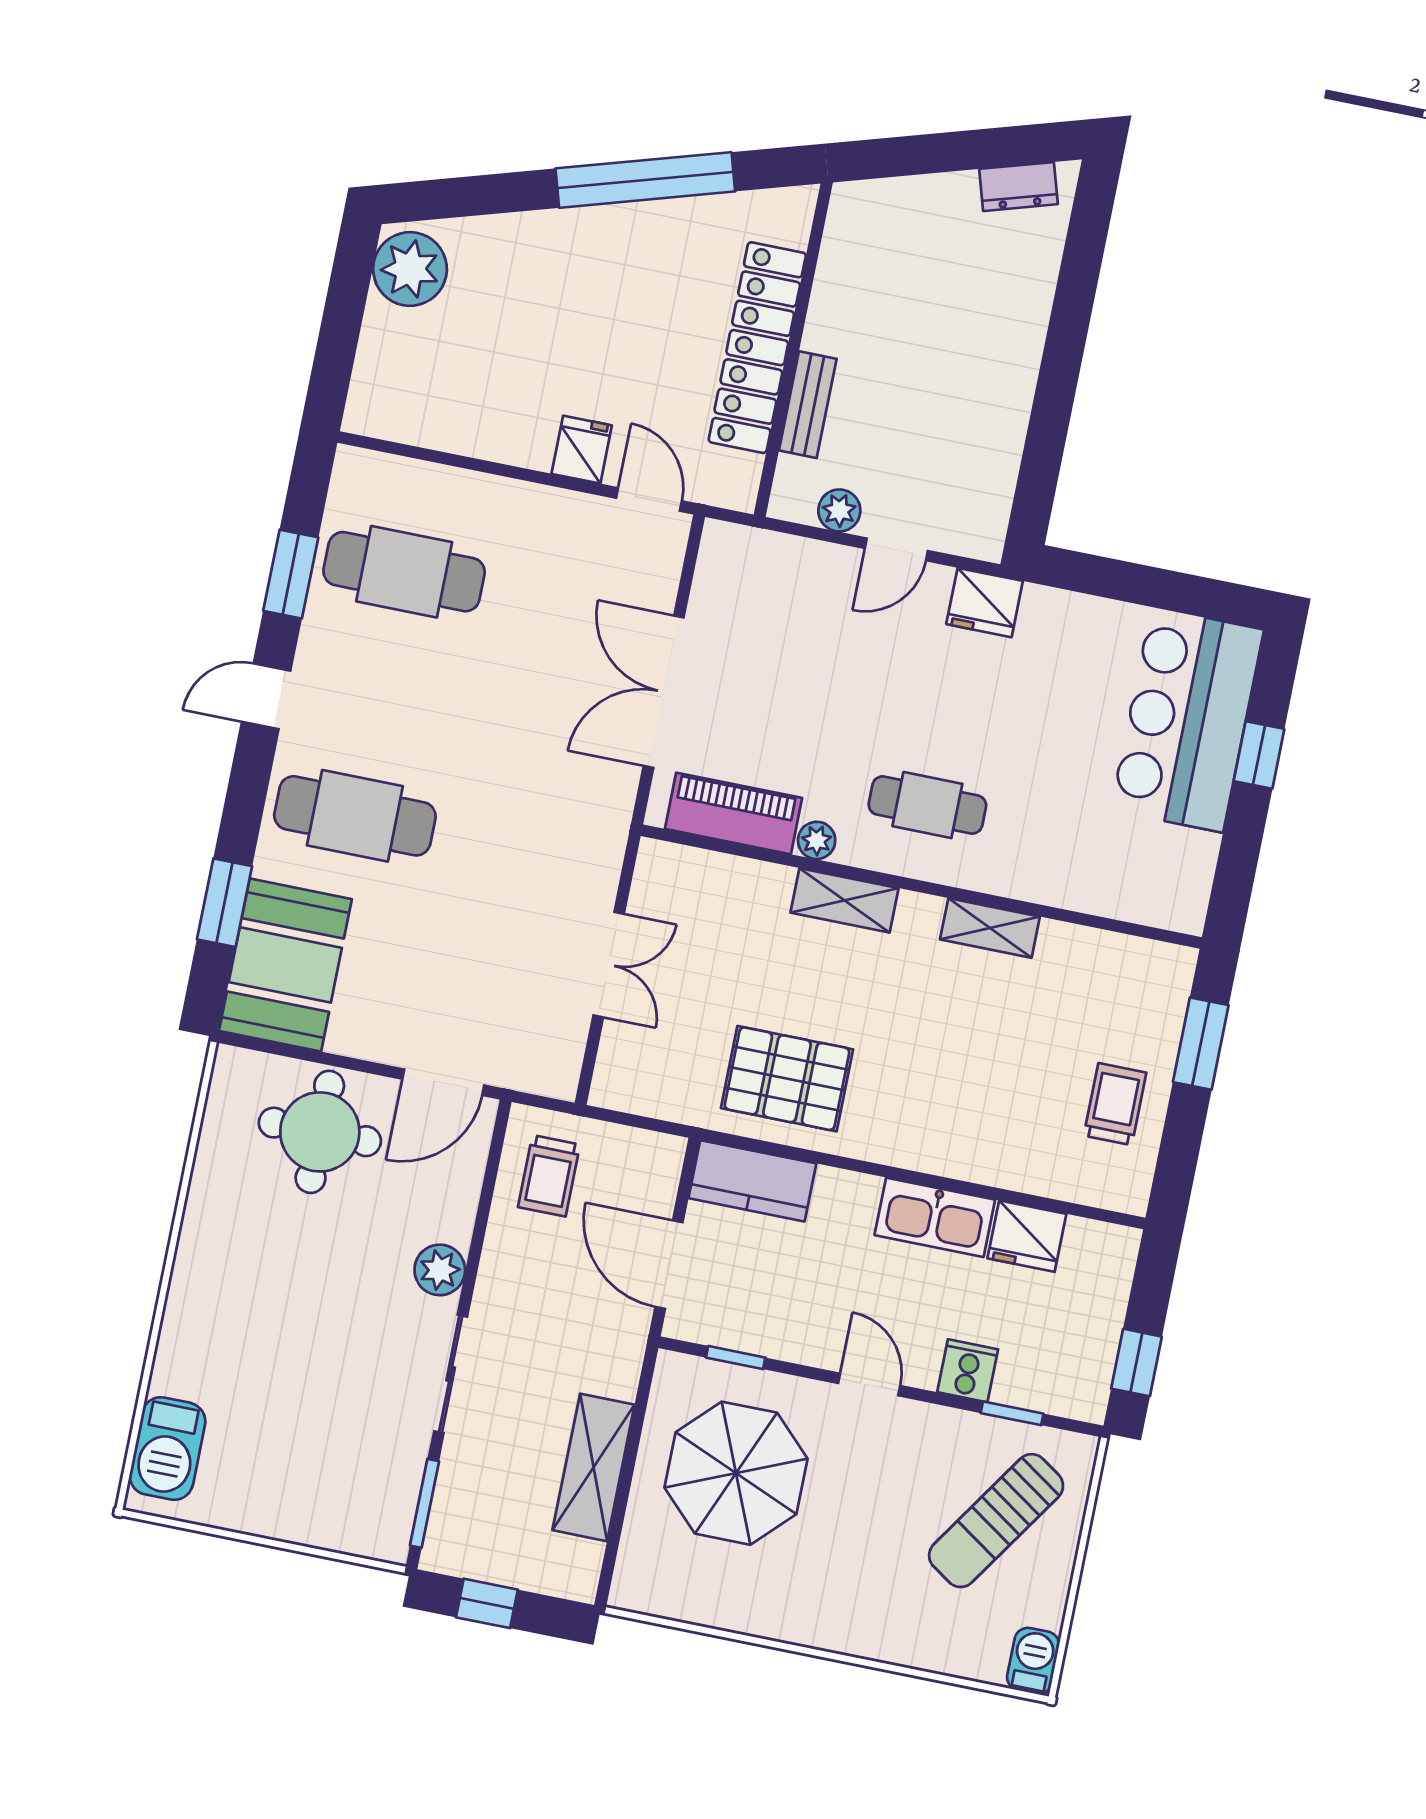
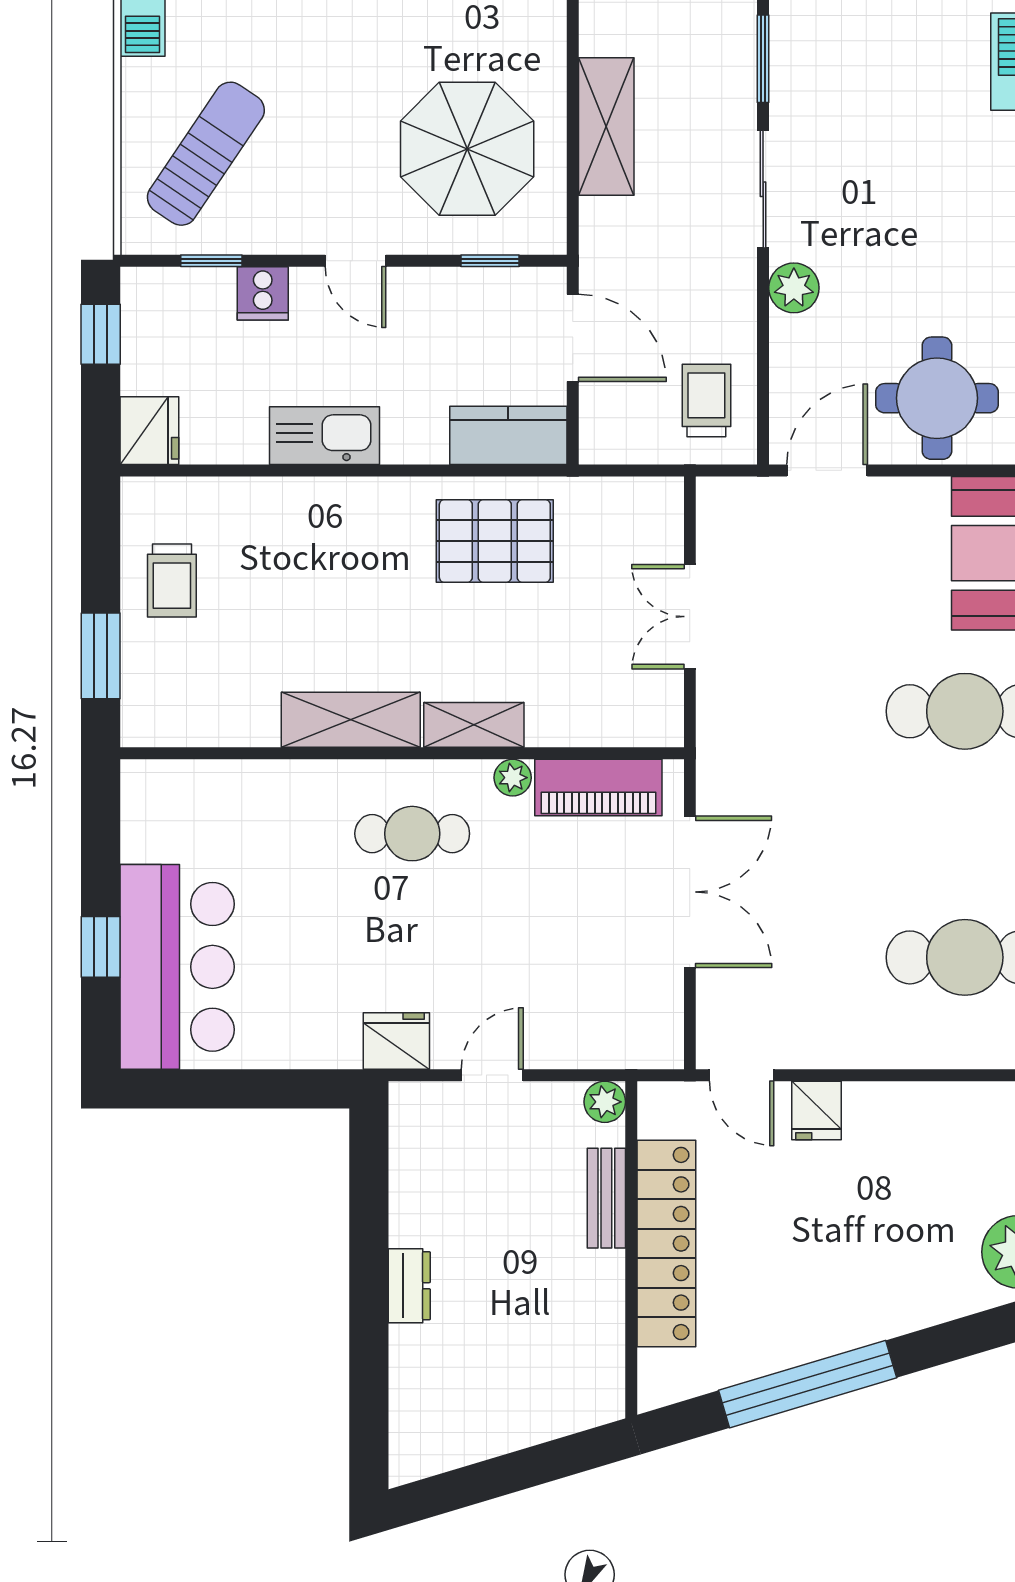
dresser: (1019, 187) -> (409, 1286), moved, turned 107
plant: (839, 510) -> (605, 1102), moved
shelving: (990, 928) -> (351, 720), width x1.50, depth x1.33
fridge: (1027, 1236) -> (149, 431), moved, turned 90

